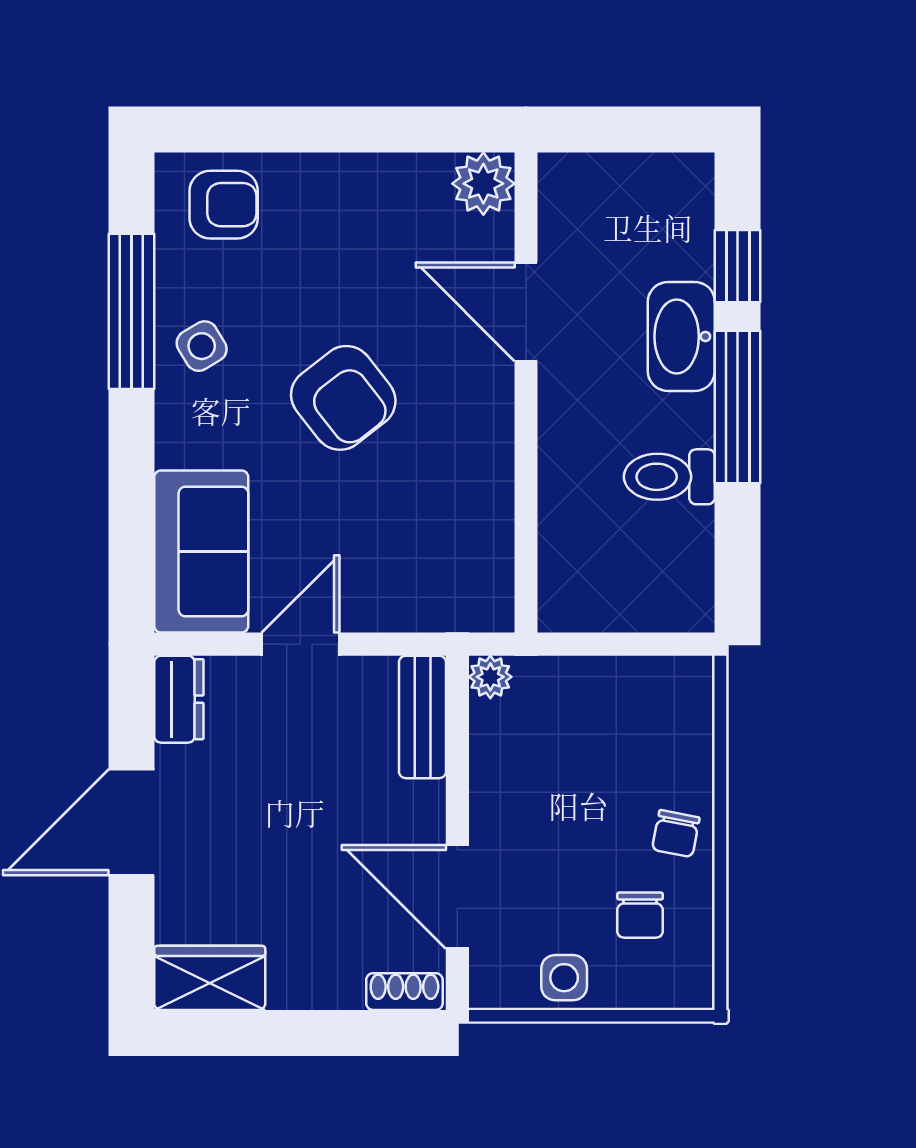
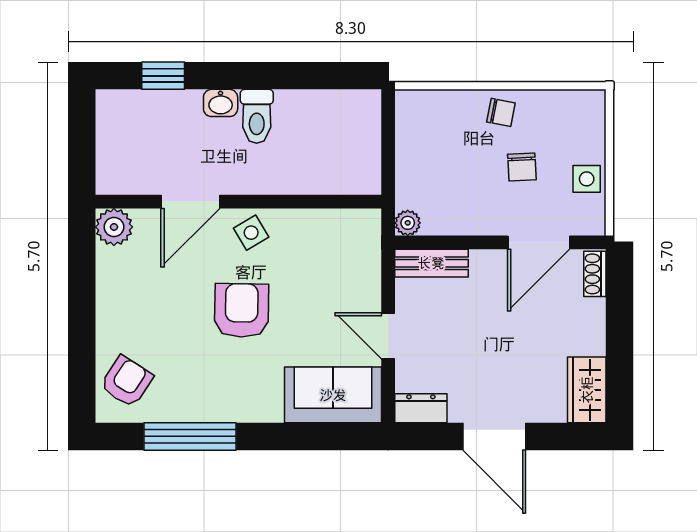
armchair: (224, 205) -> (127, 381), turned 33
washbasin: (681, 336) -> (221, 103), width x0.52, depth x0.69
side table: (202, 346) -> (251, 233), moved
armchair: (343, 398) -> (242, 310), turned -51
window: (738, 407) -> (247, 76), removed
toilet: (669, 477) -> (257, 116), moved
chair: (640, 915) -> (522, 167), moved, turned 87

